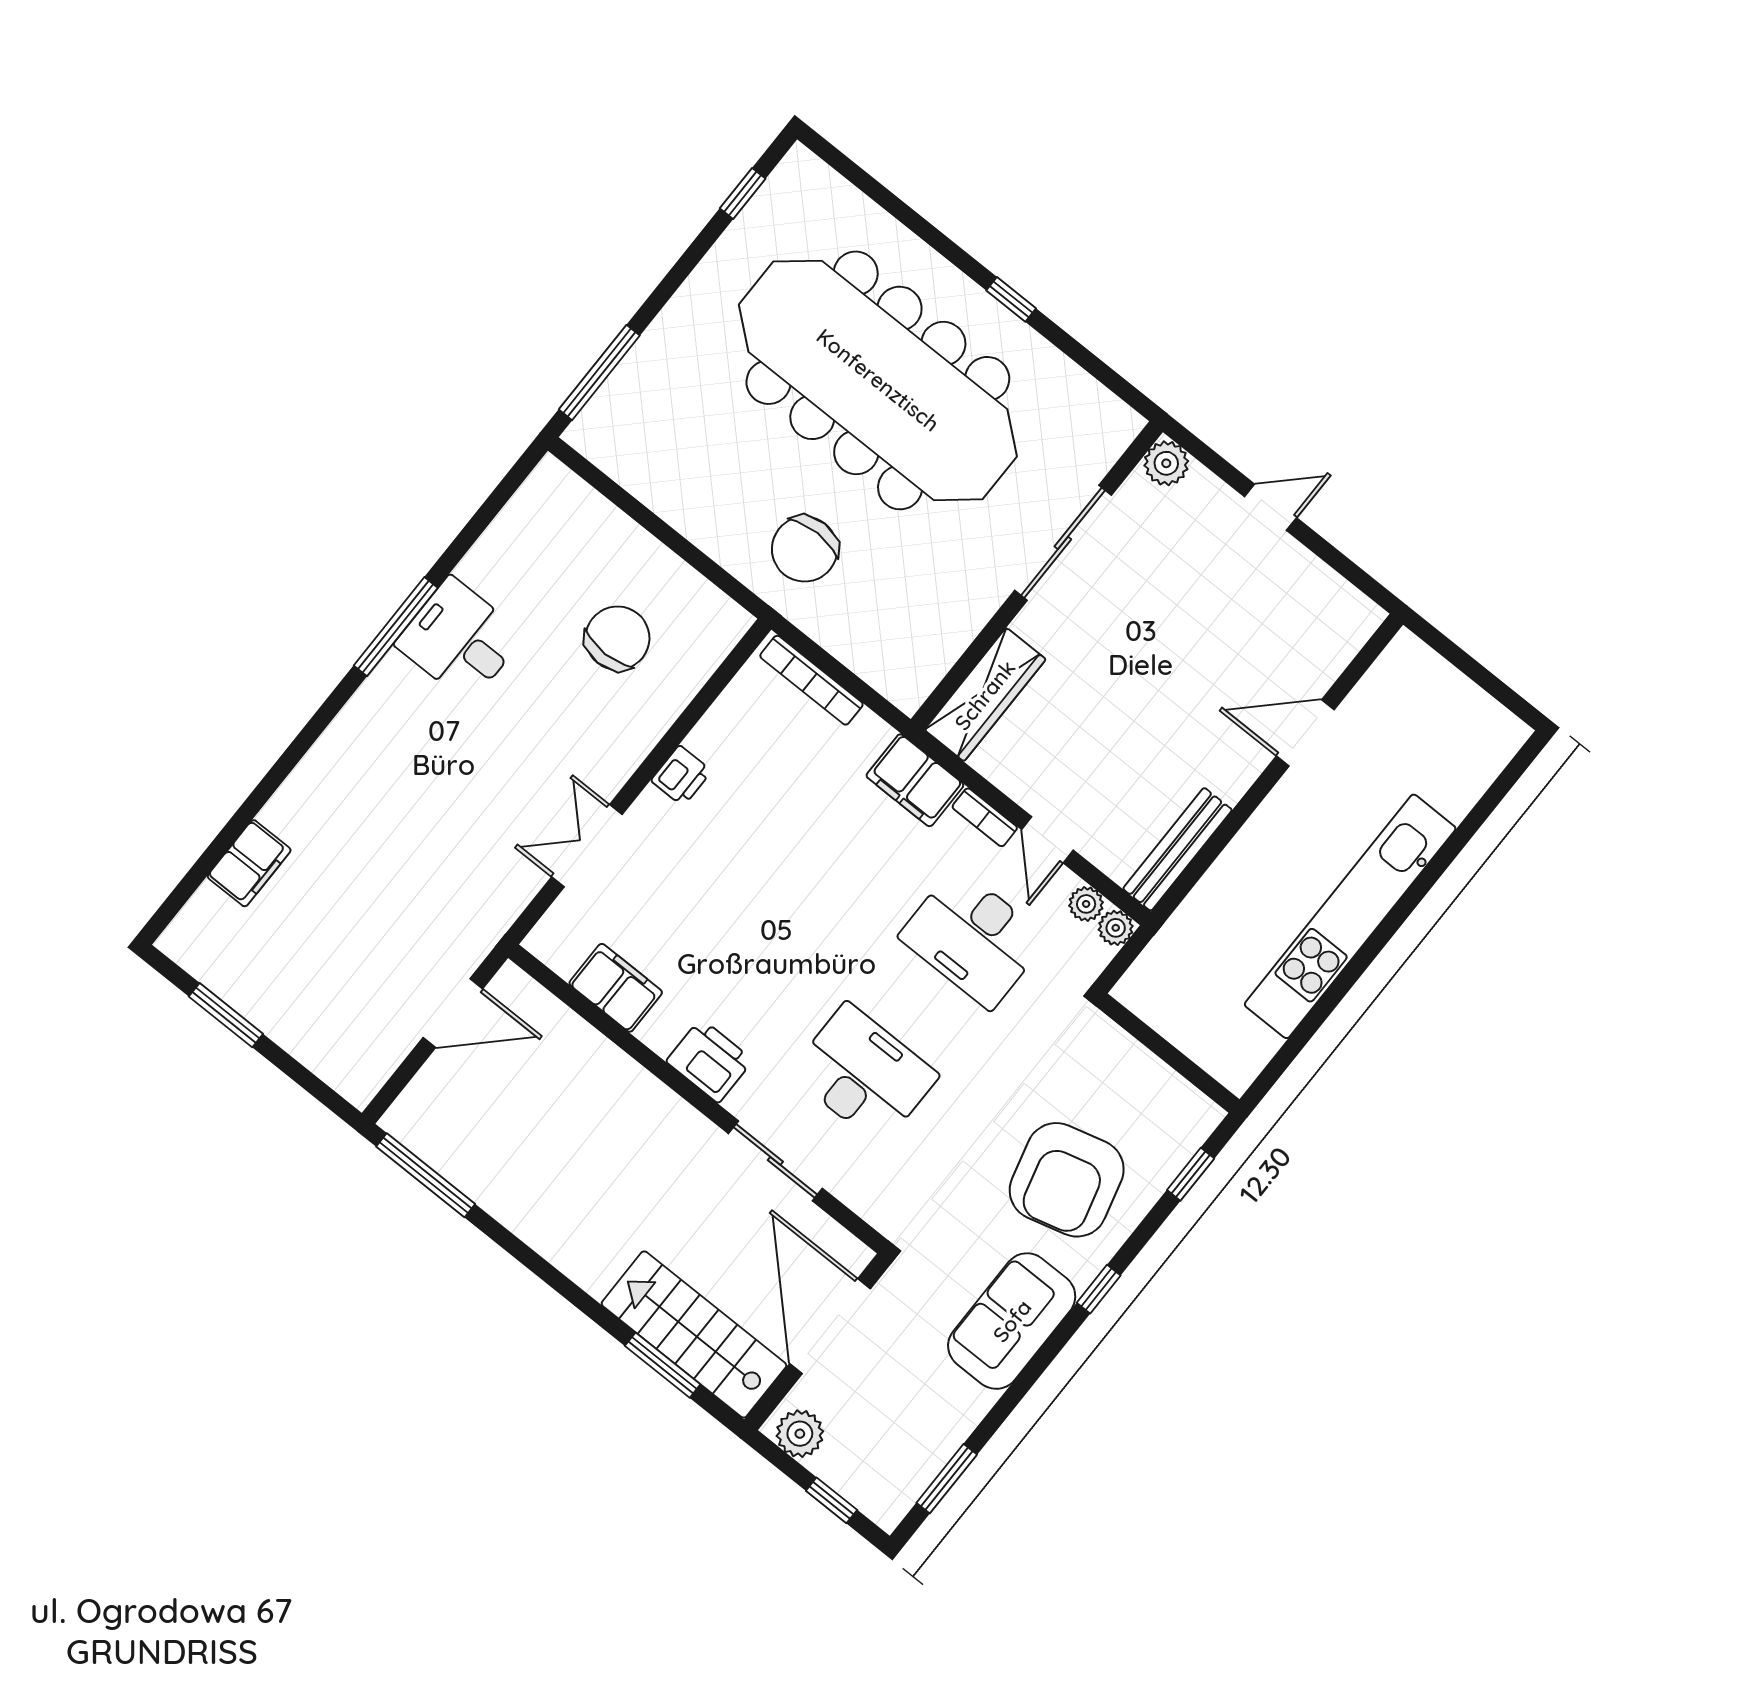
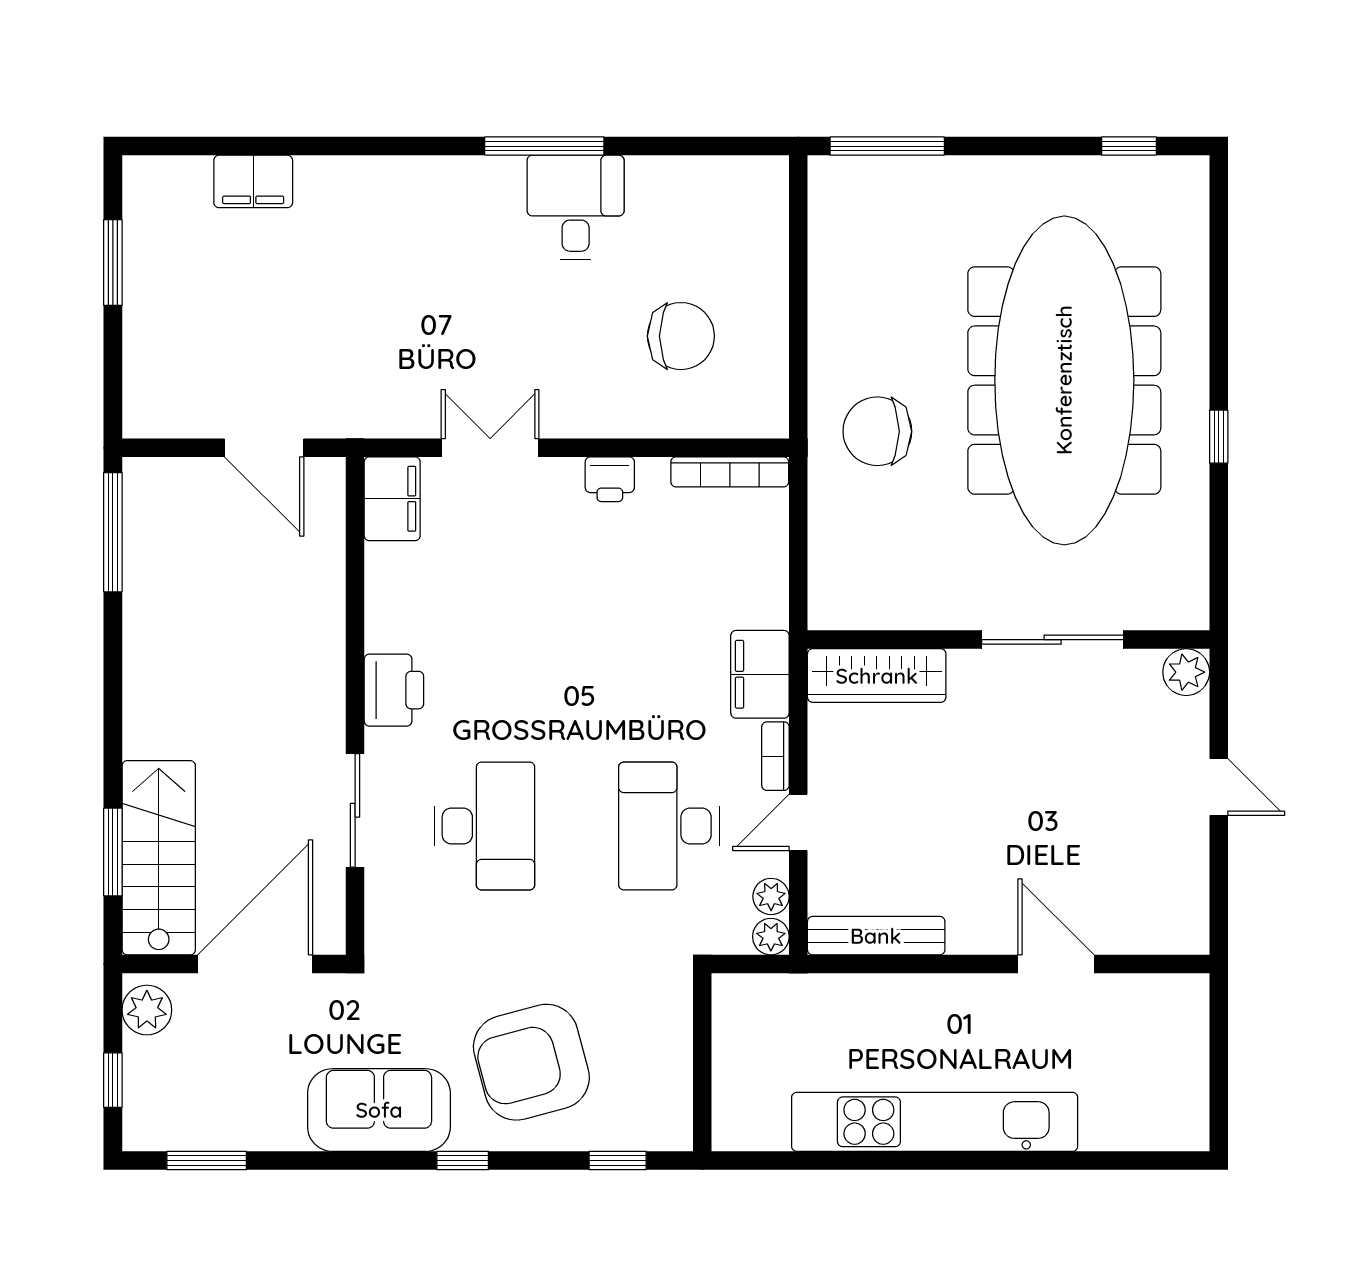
bookcase: (811, 680) -> (730, 472), moved, turned -90
filing cabinet: (616, 988) -> (392, 499), moved

